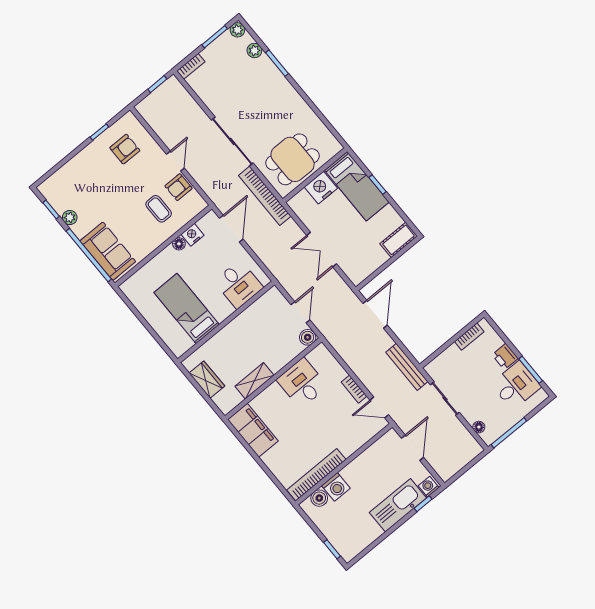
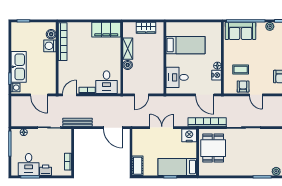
nightstand: (321, 188) -> (189, 135), moved, turned -90
door: (300, 312) -> (142, 95), hinge flipped
boiler: (308, 337) -> (128, 65), moved
desk: (302, 383) -> (107, 82), moved, turned 90

